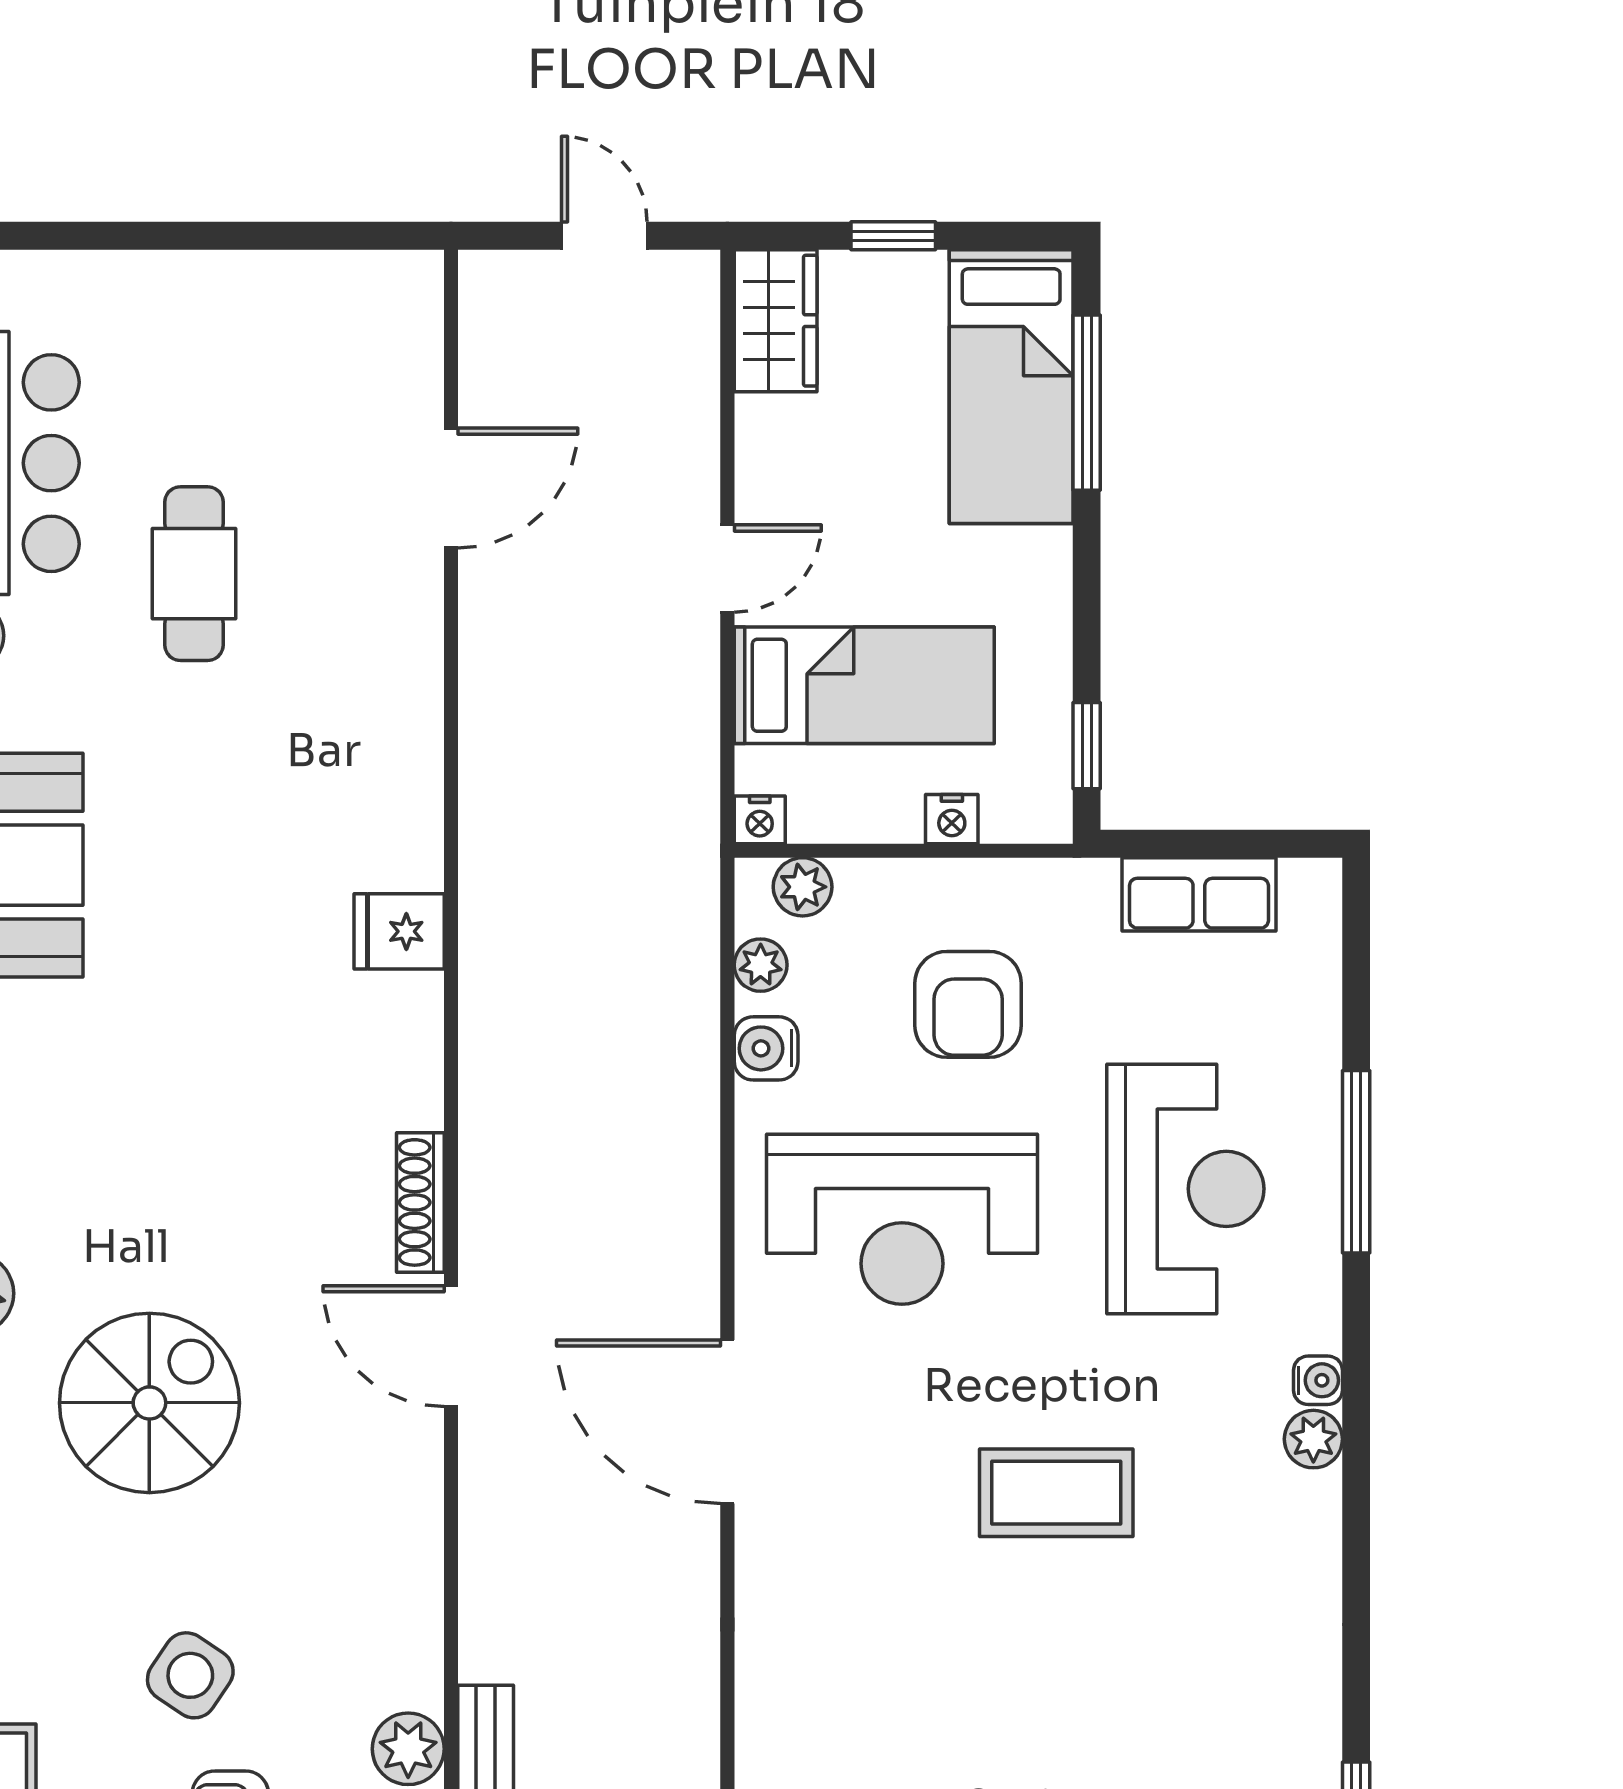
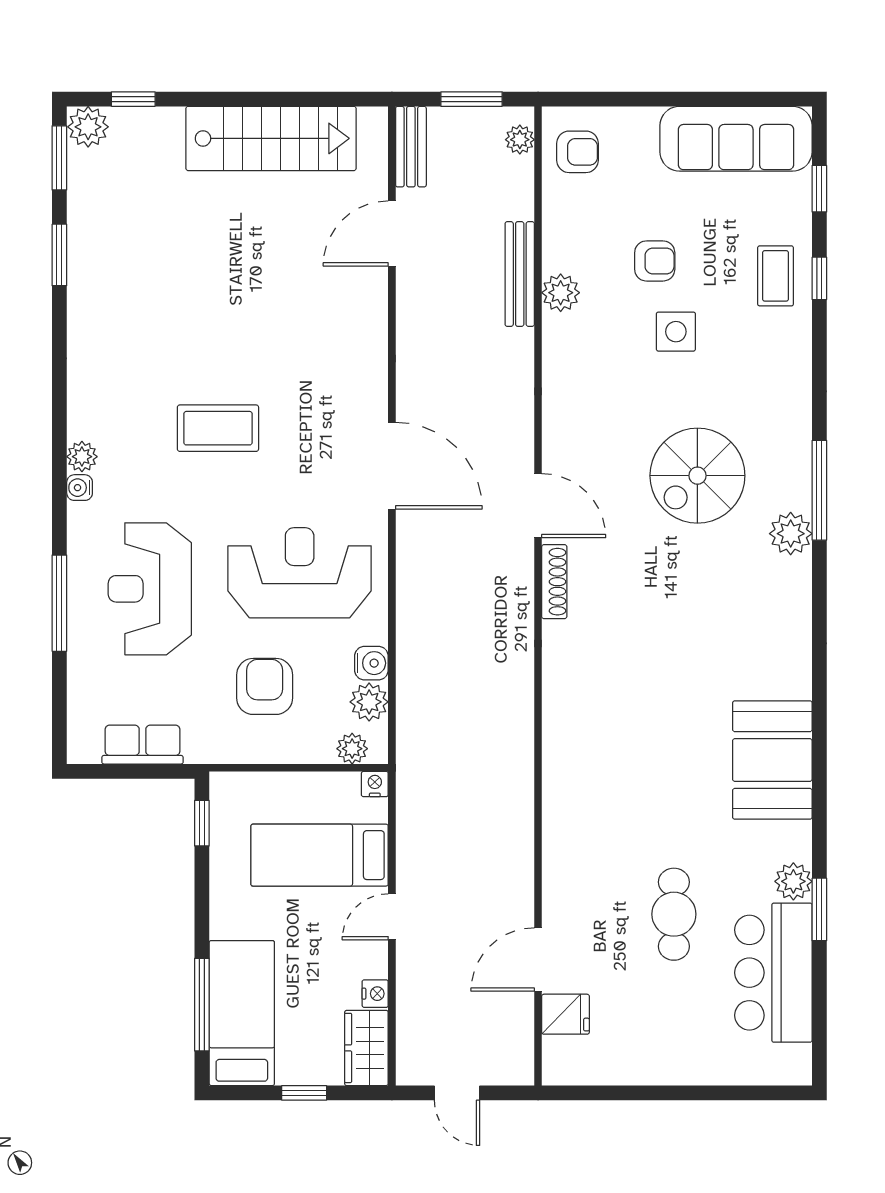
nightstand: (952, 819) -> (375, 994), moved, turned 90
fridge: (399, 931) -> (565, 1014), moved
plant: (761, 965) -> (369, 702), width x1.38, depth x1.38
side table: (190, 1675) -> (676, 332), turned -34

